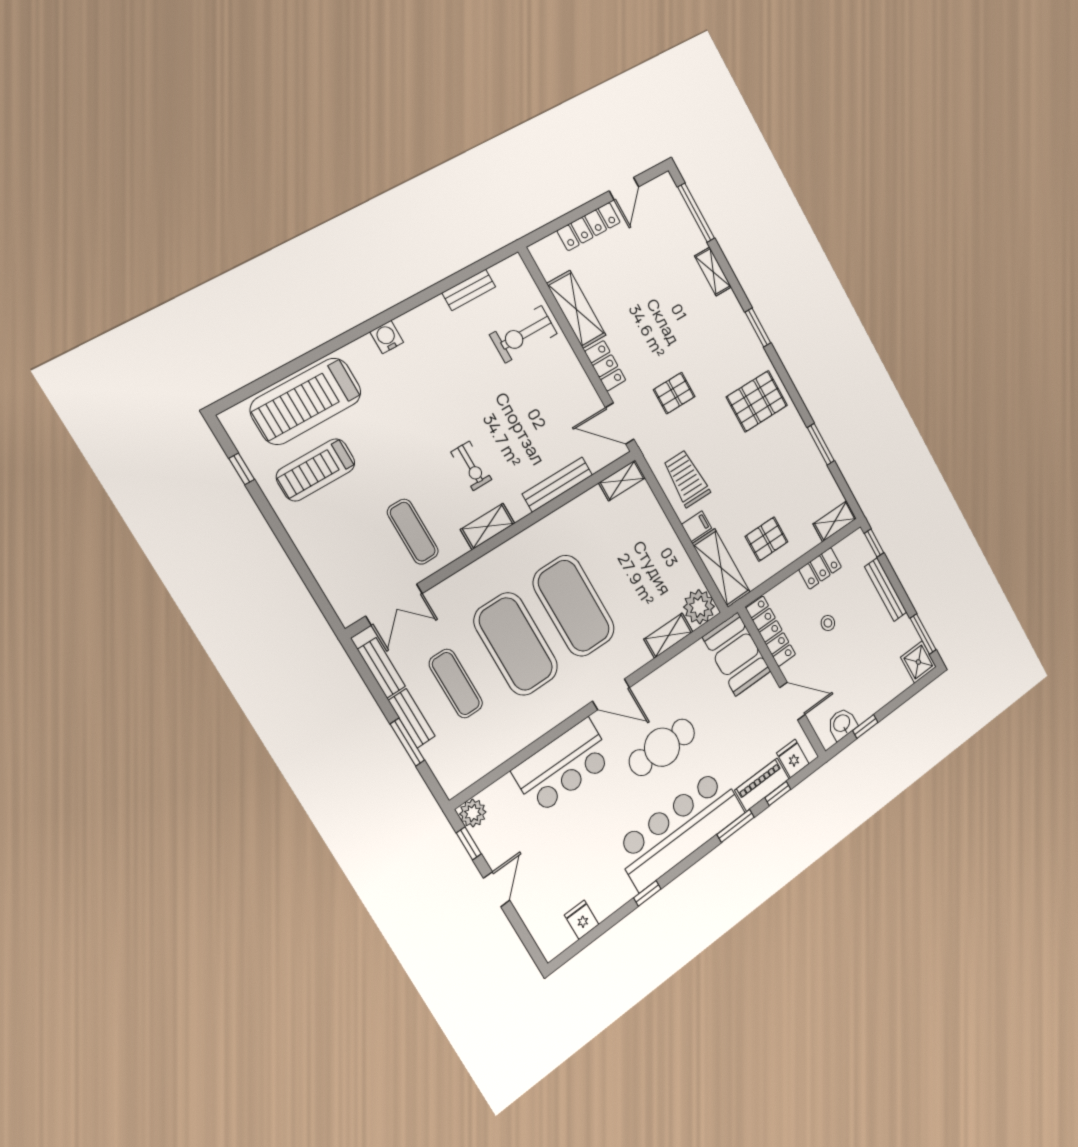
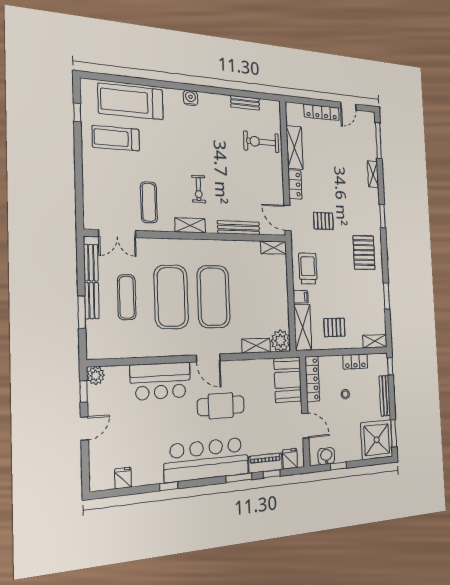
pallet: (757, 401) -> (364, 253), turned 90
shower: (918, 662) -> (377, 440), width x1.86, depth x1.86

